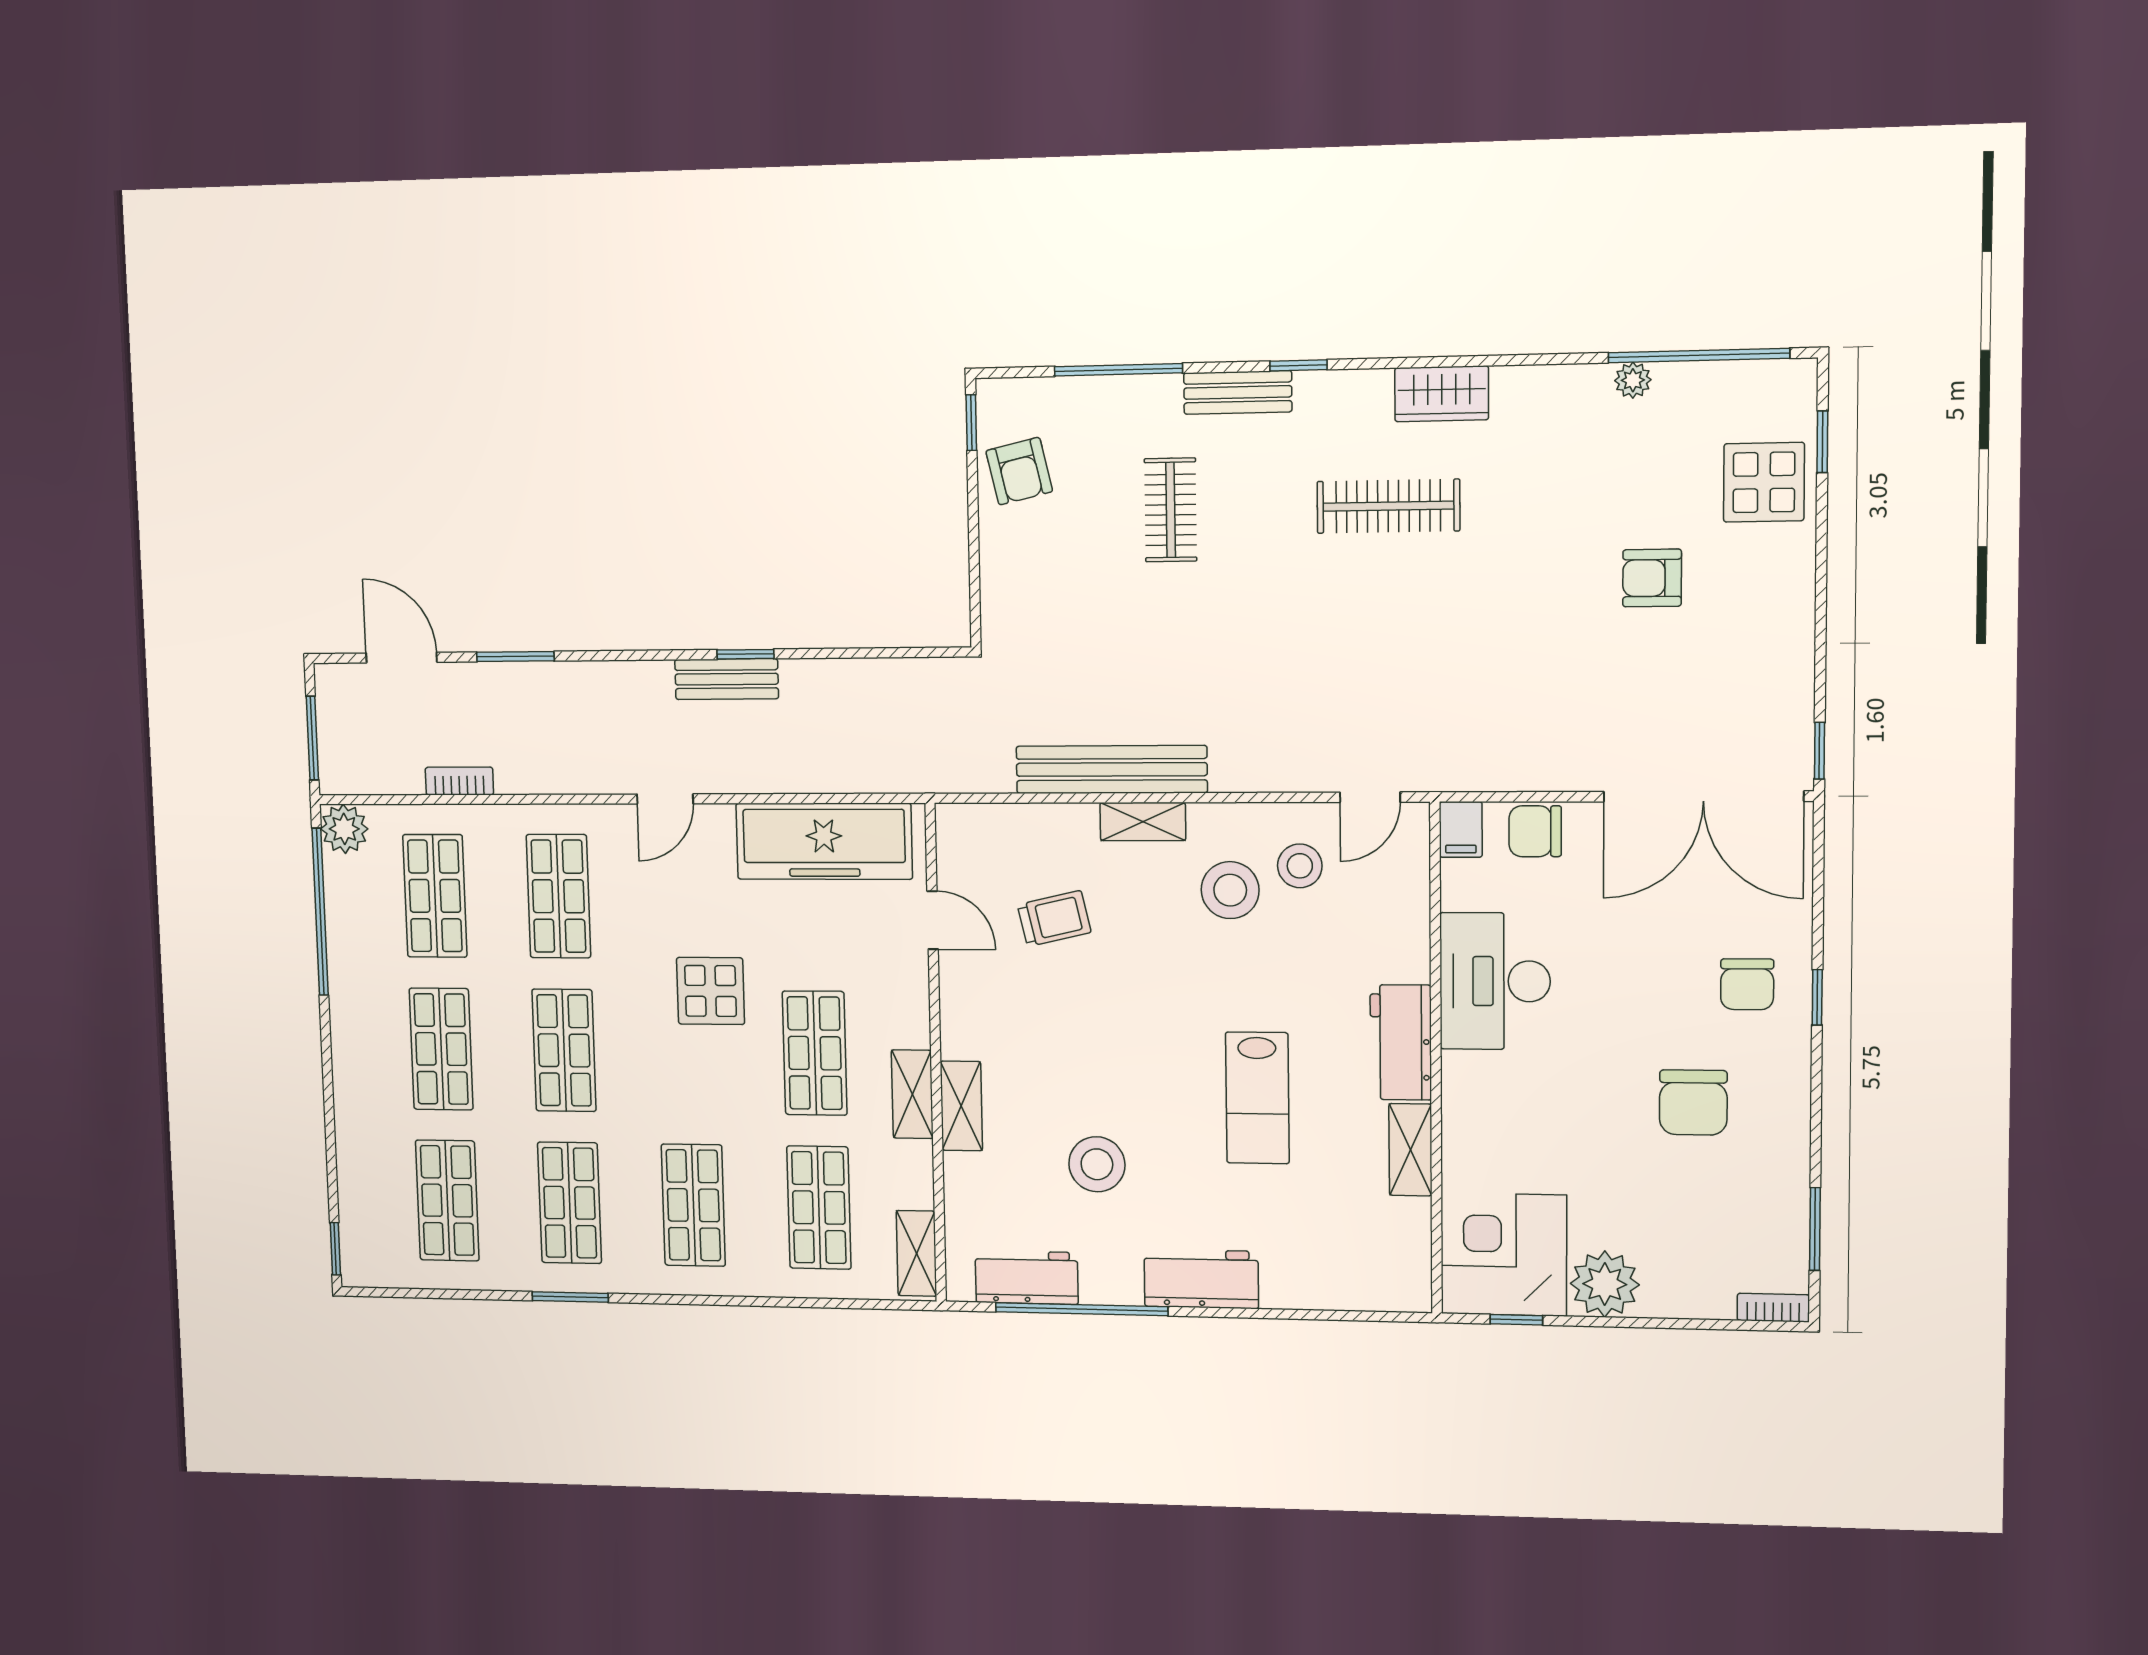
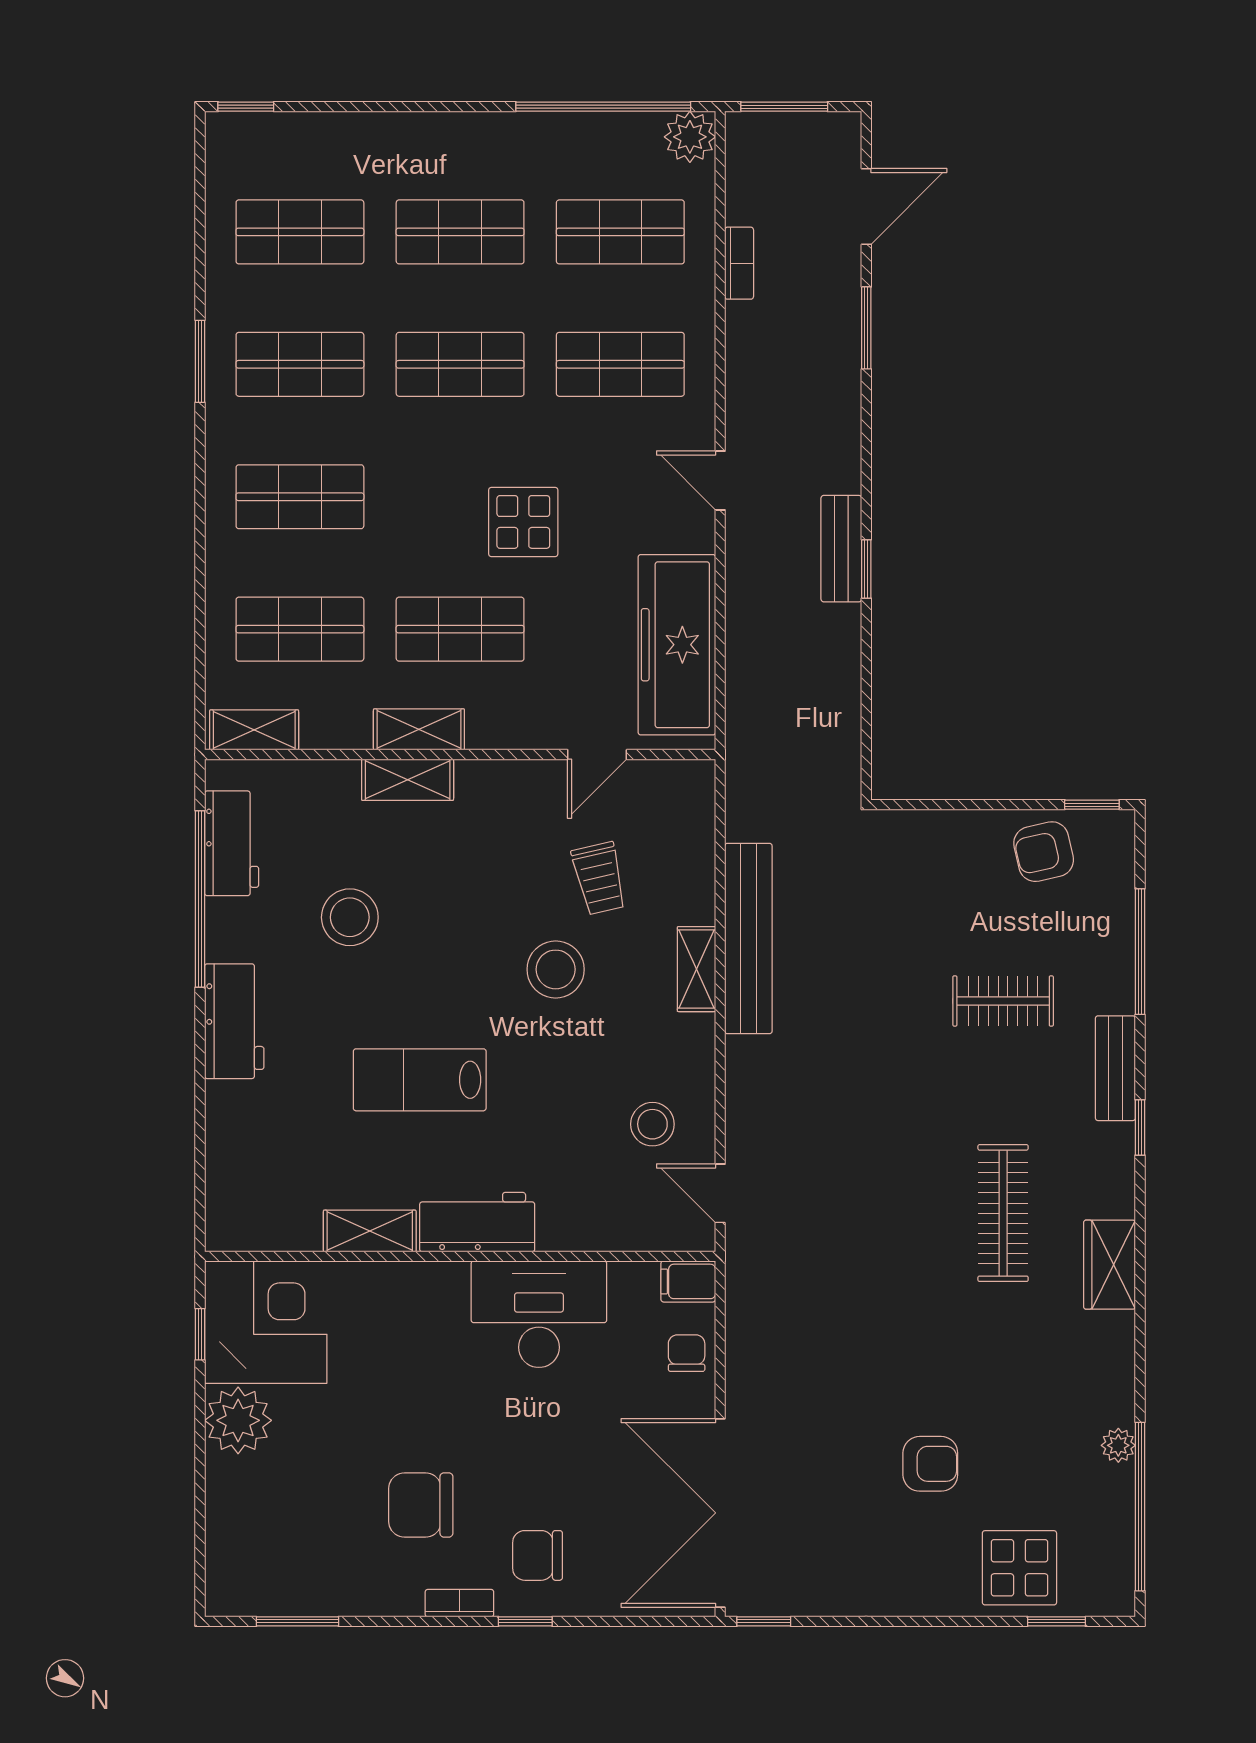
armchair: (1652, 578) -> (930, 1464), turned 90
chair: (1535, 831) -> (687, 1353), width x0.73, depth x0.73
stool: (1230, 890) -> (556, 969), moved
bookcase: (1773, 1308) -> (459, 1603), moved, turned -90

